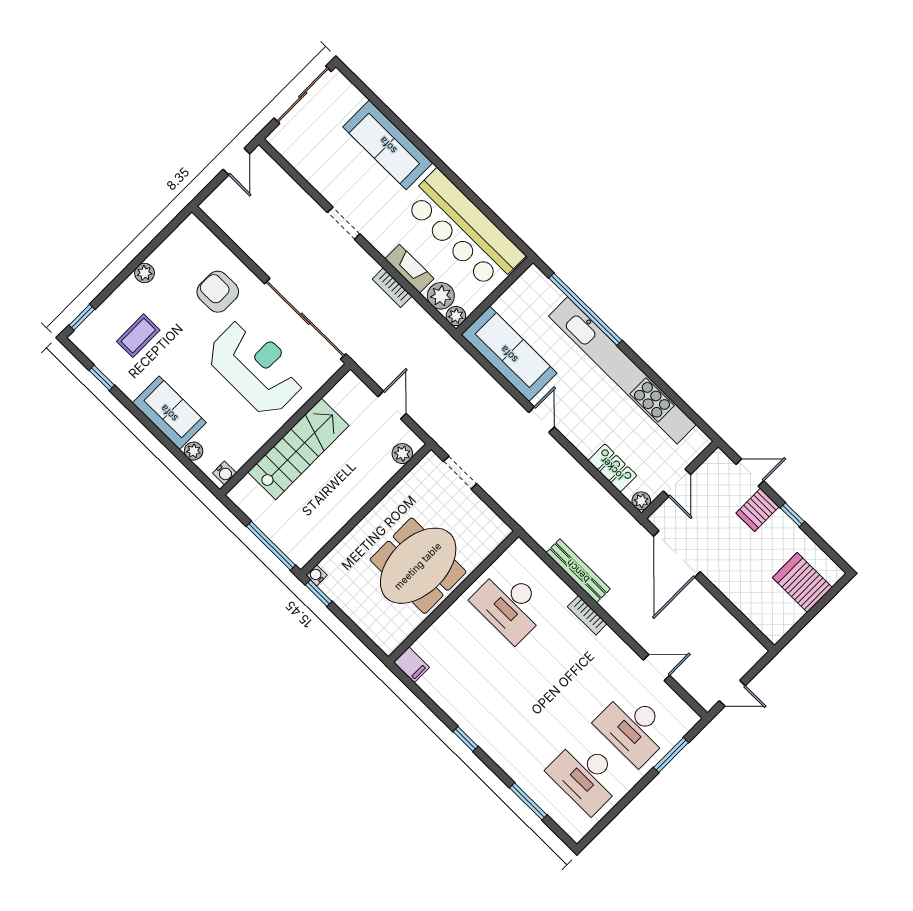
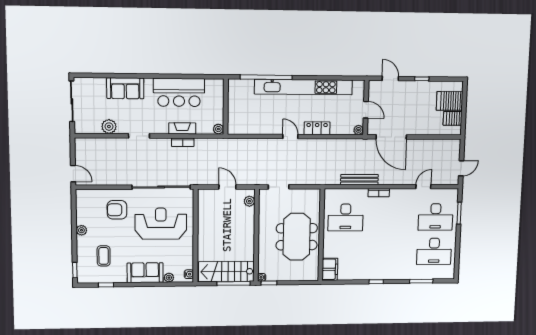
sofa: (388, 145) -> (125, 88), width x0.73
door: (236, 162) -> (73, 174), moved
bar counter: (464, 230) -> (179, 92), width x0.73
plant: (441, 296) -> (109, 127), moved
sofa: (509, 354) -> (253, 124), removed
stairs: (298, 449) -> (226, 272), moved, turned -90
locker: (612, 468) -> (317, 128), moved
door: (750, 473) -> (390, 78), hinge flipped
server rack: (758, 510) -> (453, 118), moved, turned 90
filing cabinet: (411, 665) -> (330, 269), width x2.00

